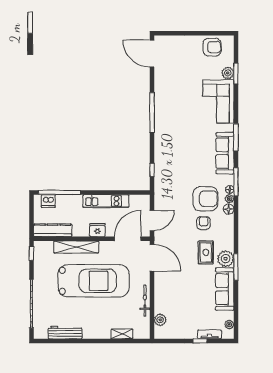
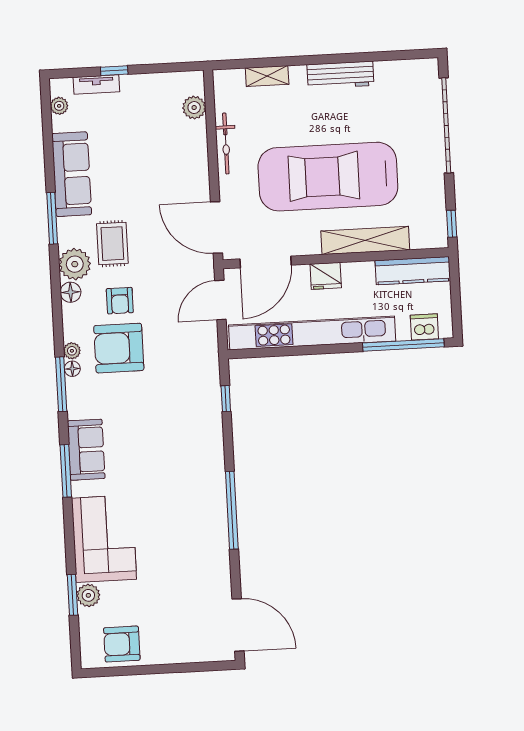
sofa: (225, 153) -> (86, 450), width x0.73
kitchen unit: (106, 201) -> (312, 333), width x1.86
floor lamp: (229, 209) -> (71, 292), moved
plant: (226, 259) -> (75, 264), moved
workbench: (65, 333) -> (340, 75), moved

